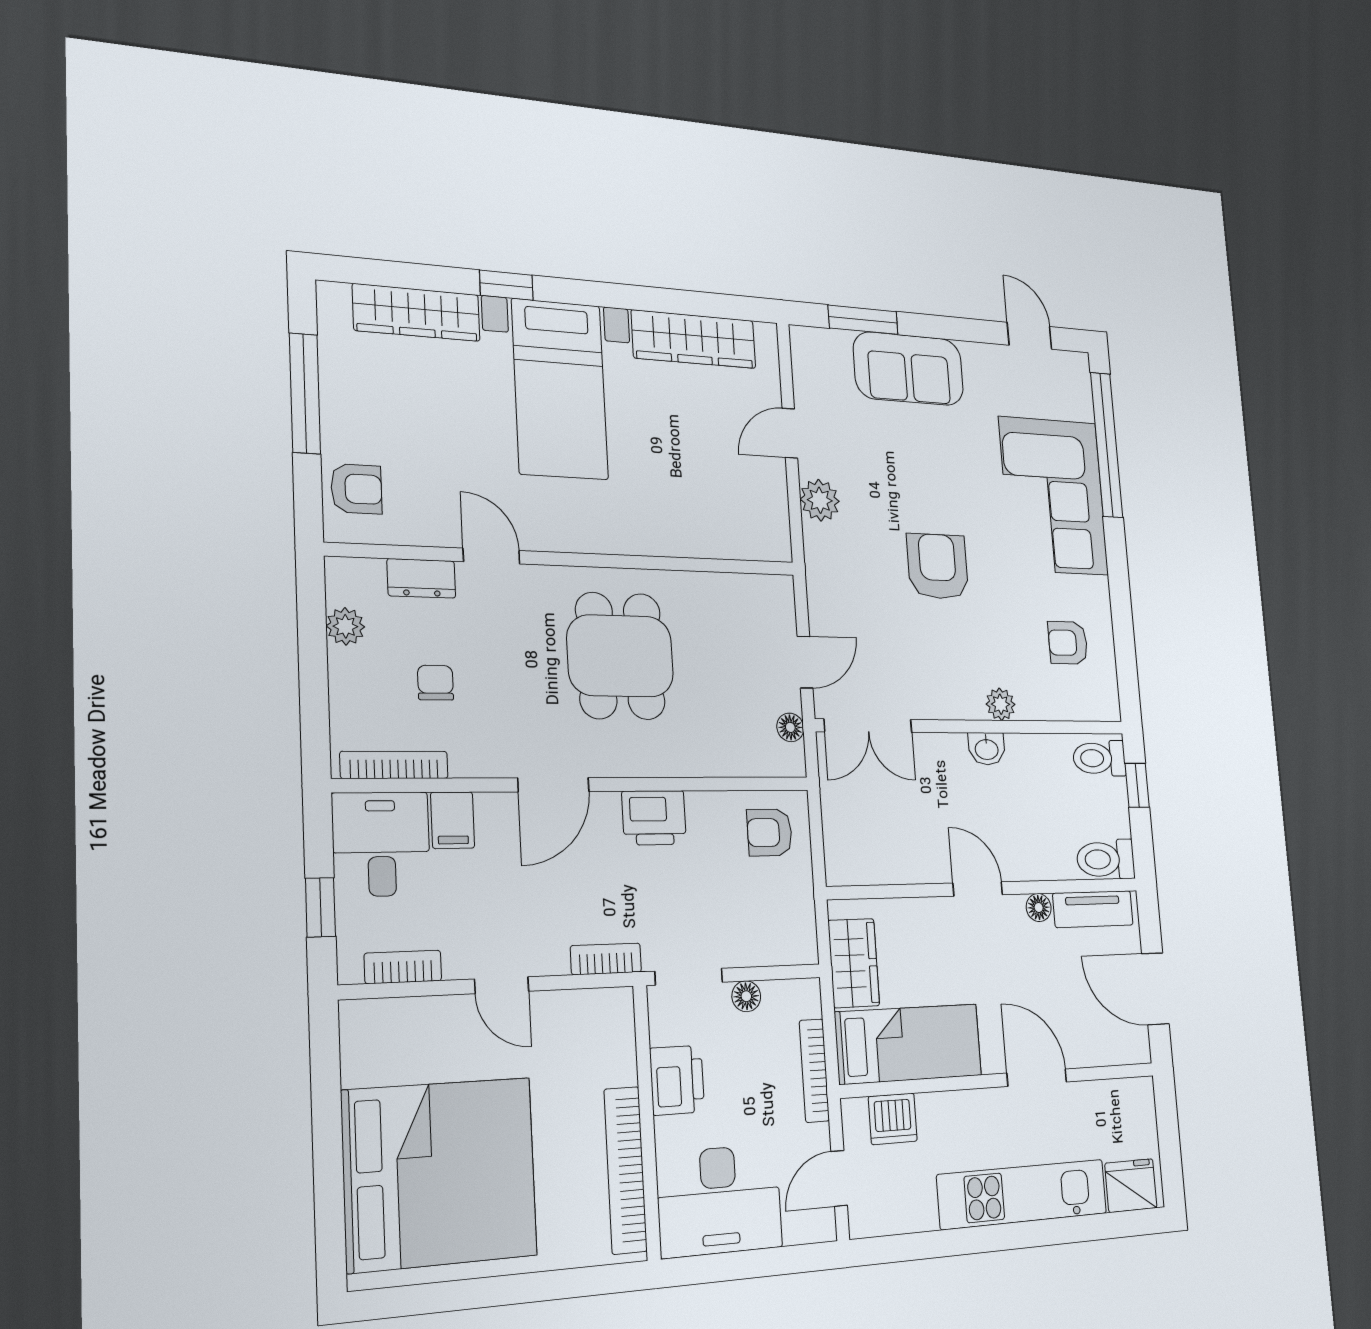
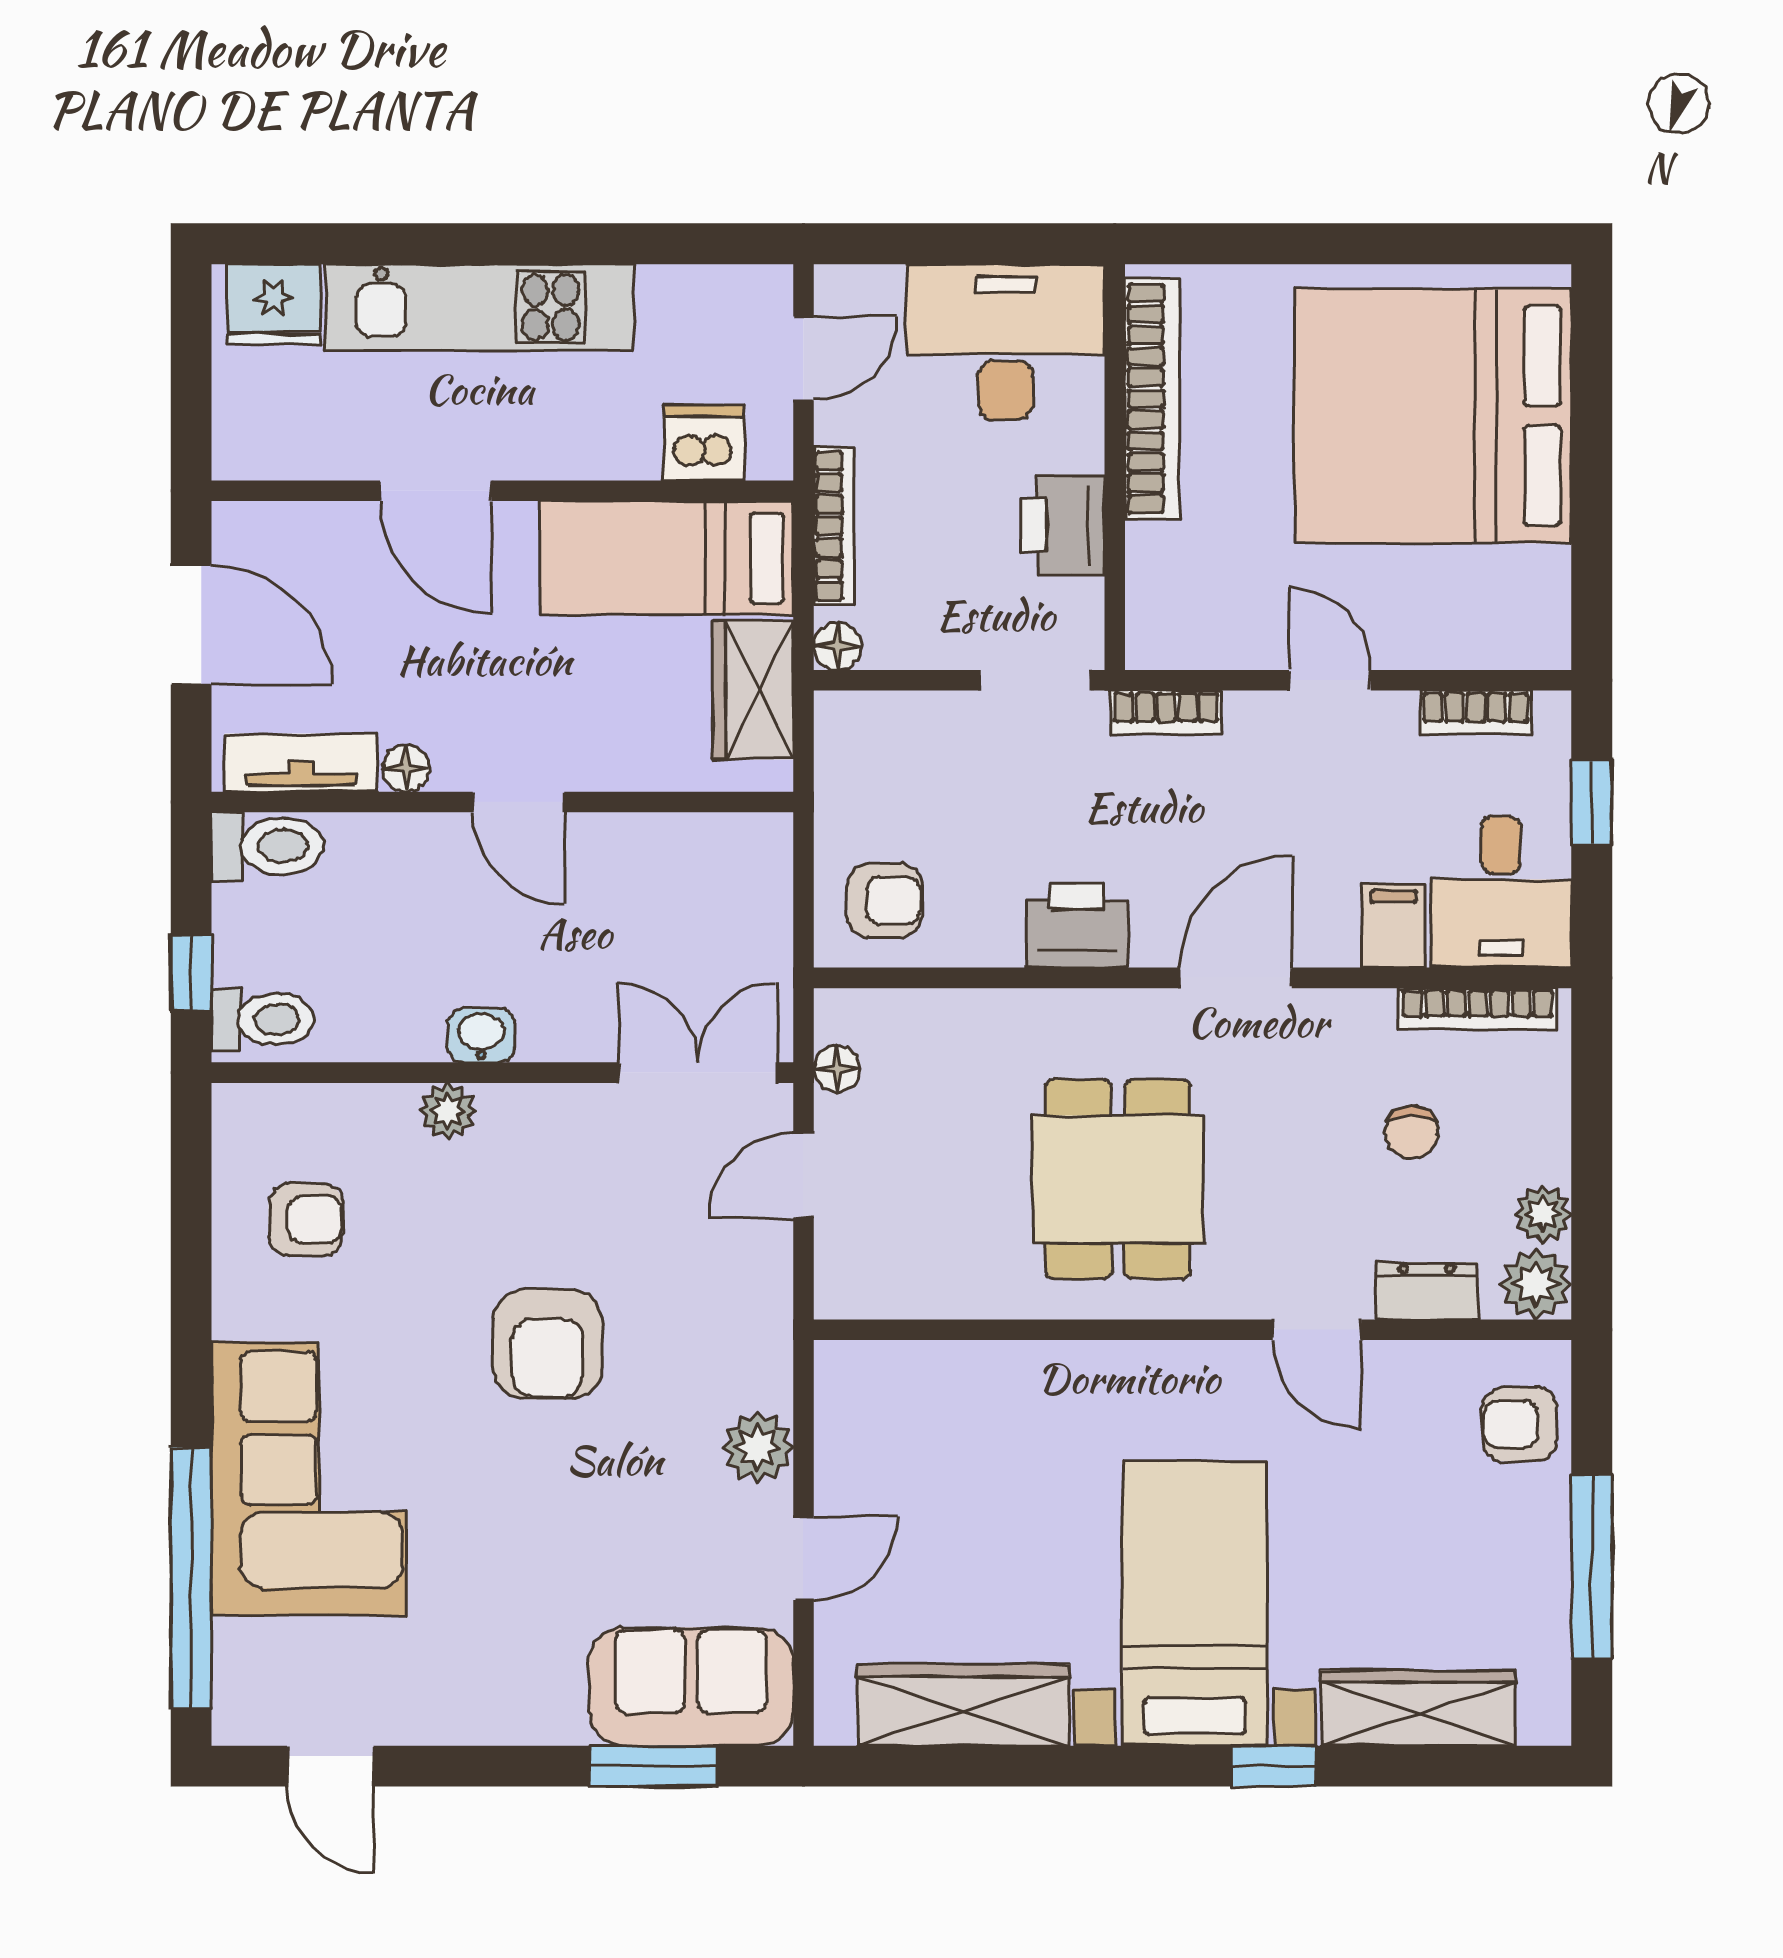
sofa: (909, 369) -> (691, 1687), moved
plant: (349, 580) -> (1536, 1284), added
floor lamp: (746, 996) -> (838, 646), moved

